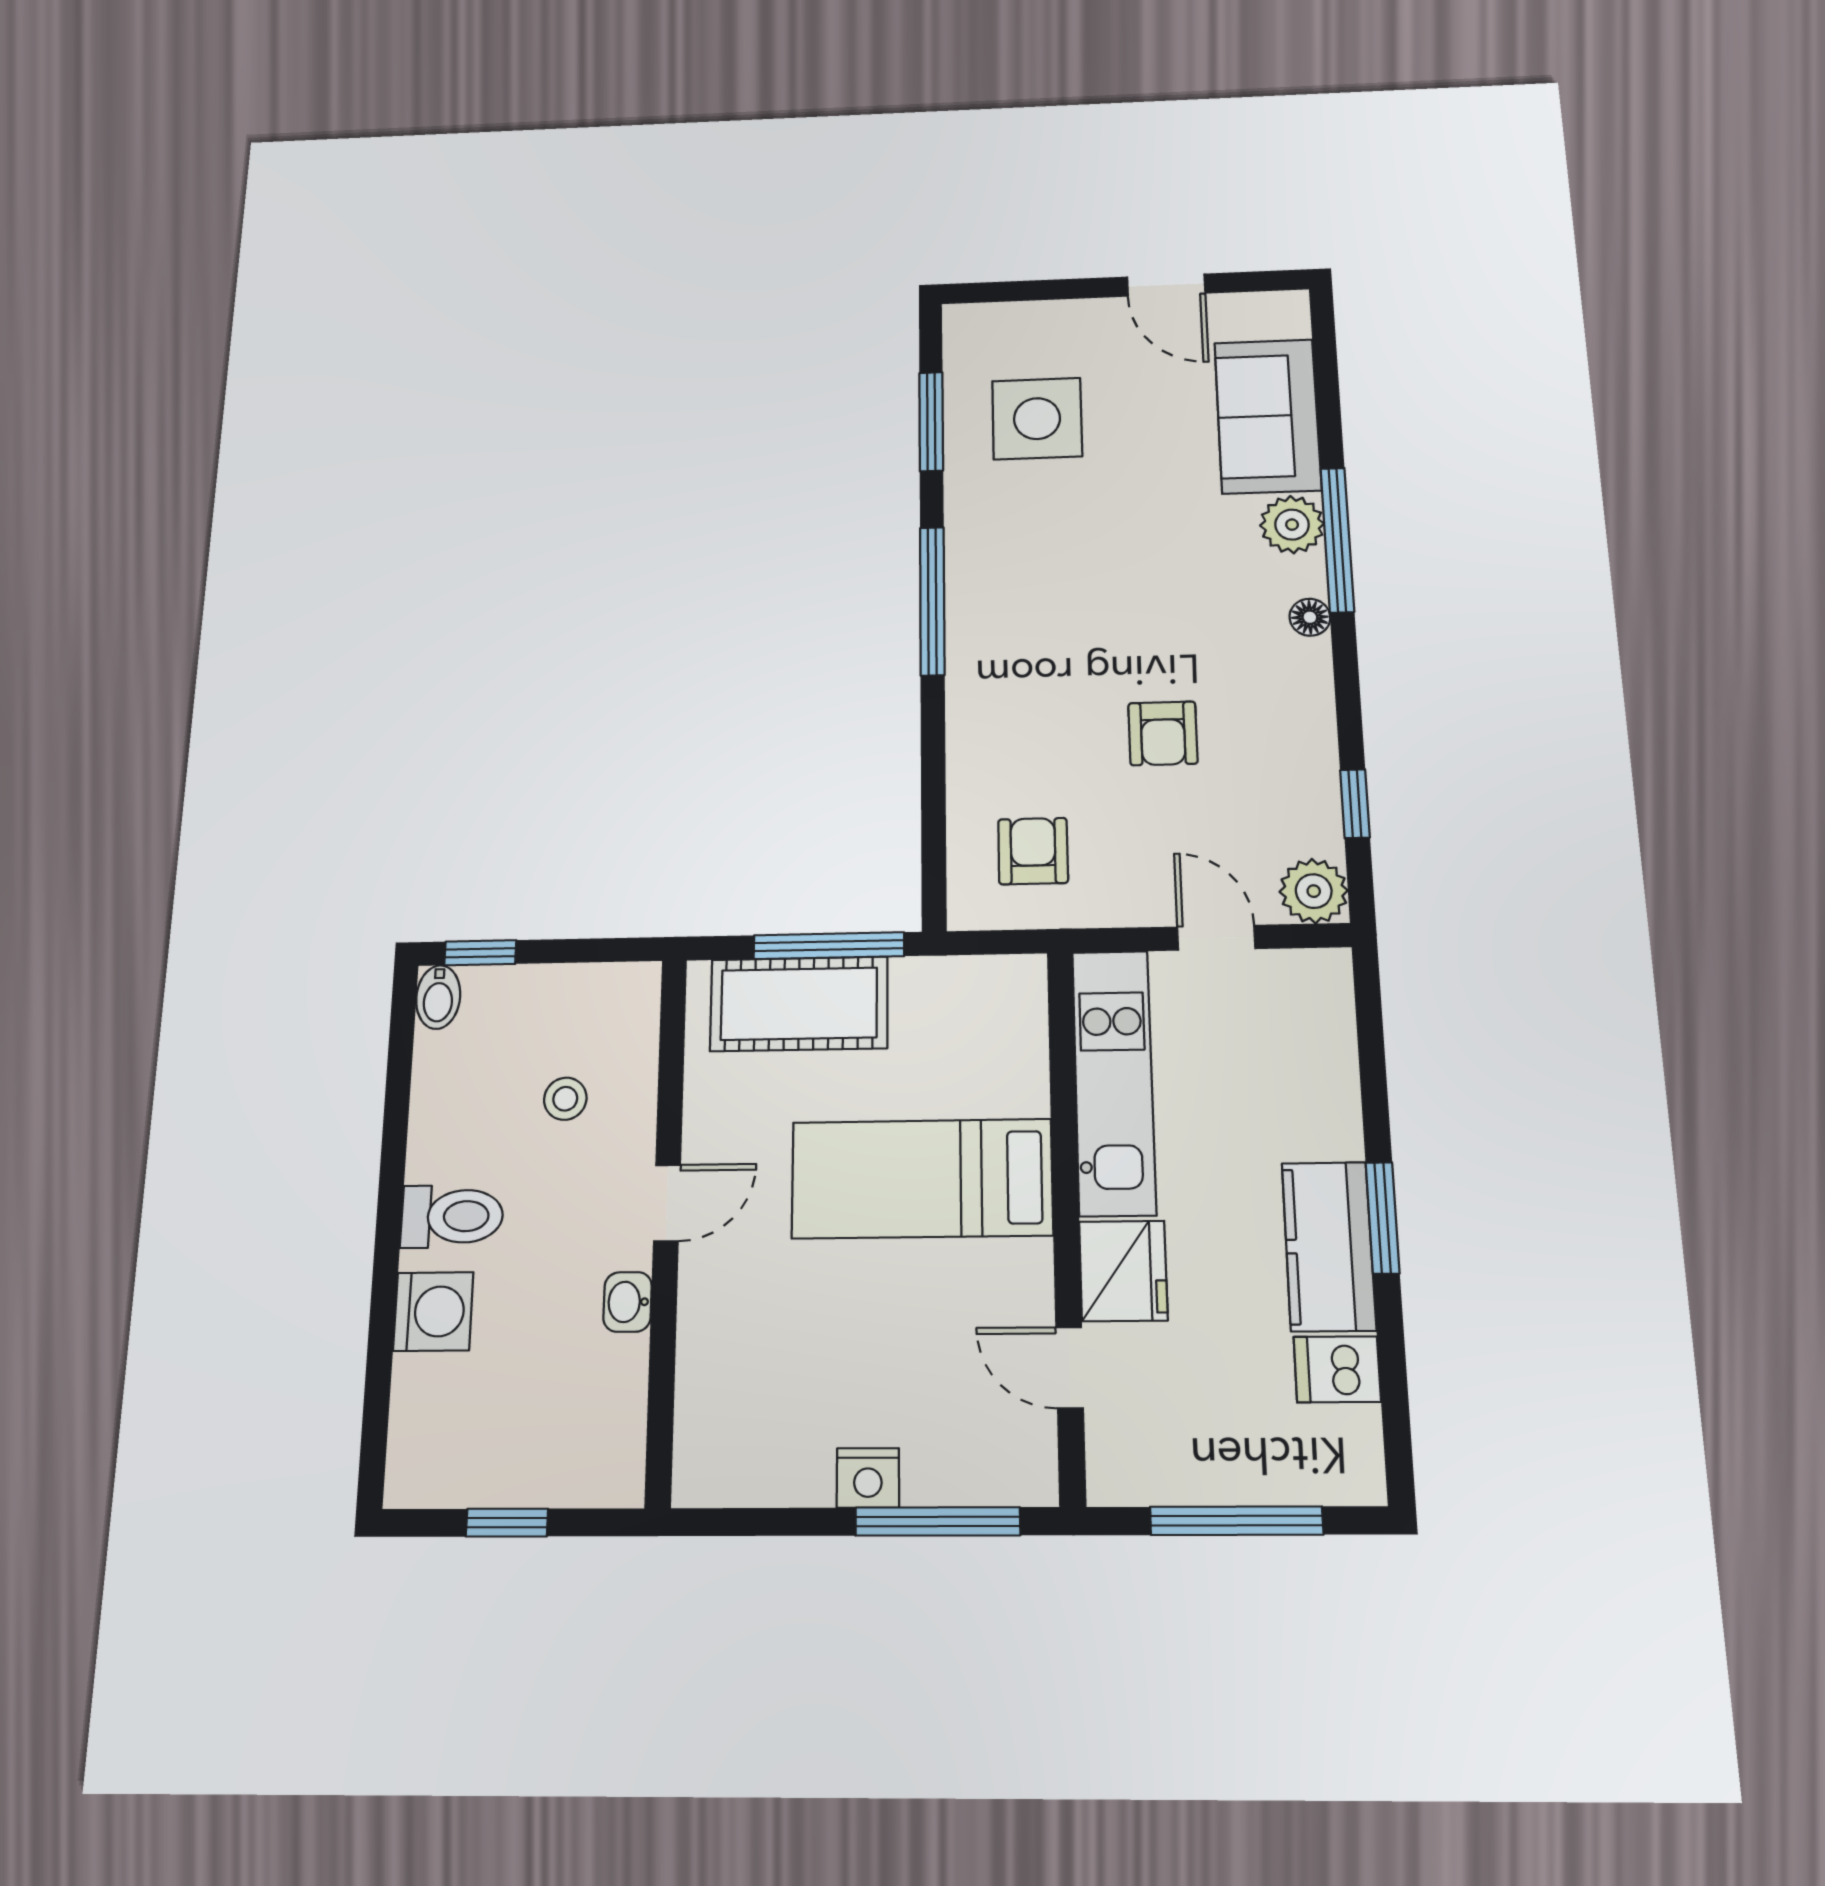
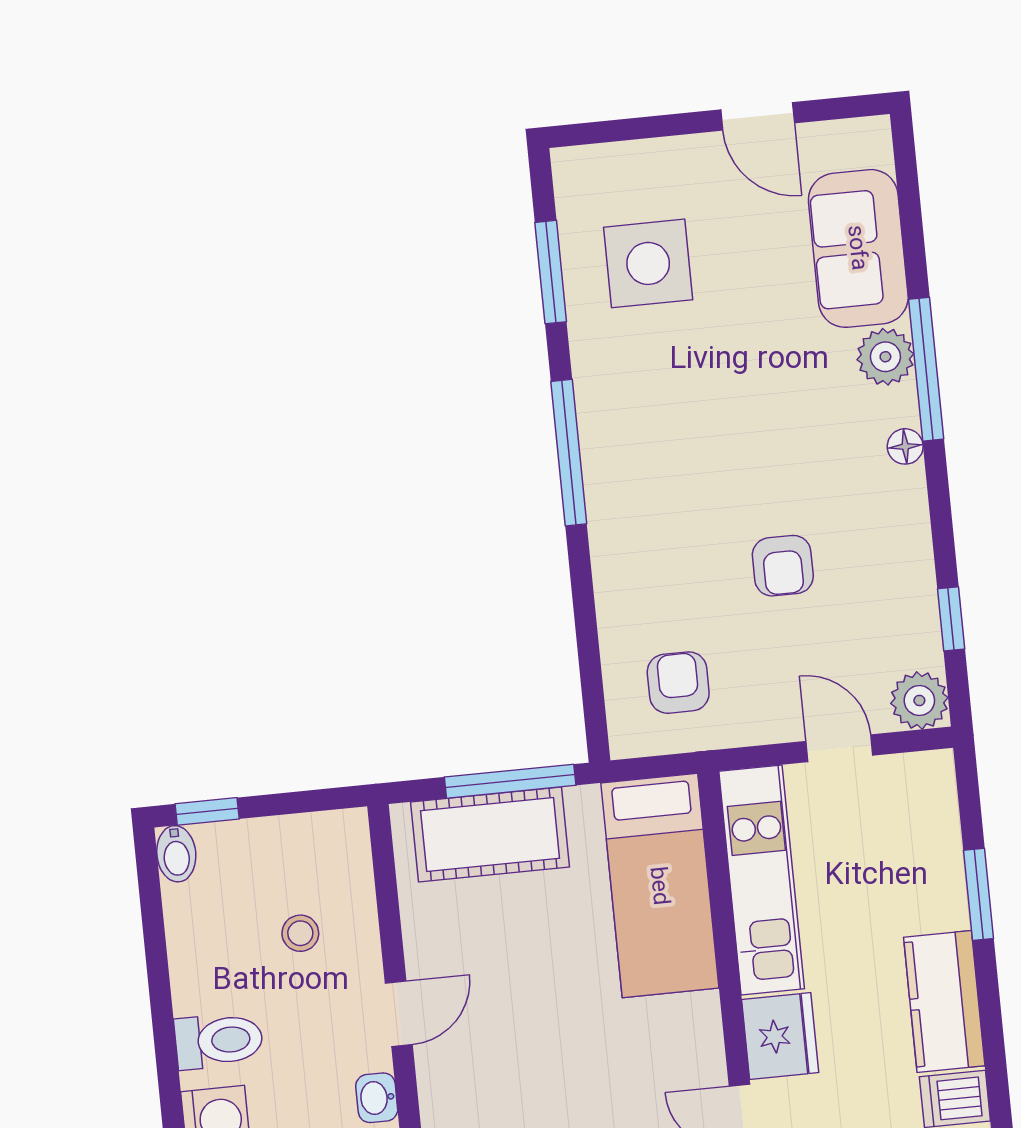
bed: (922, 1179) -> (660, 886), moved, turned -90
window: (1383, 1218) -> (979, 894), moved

